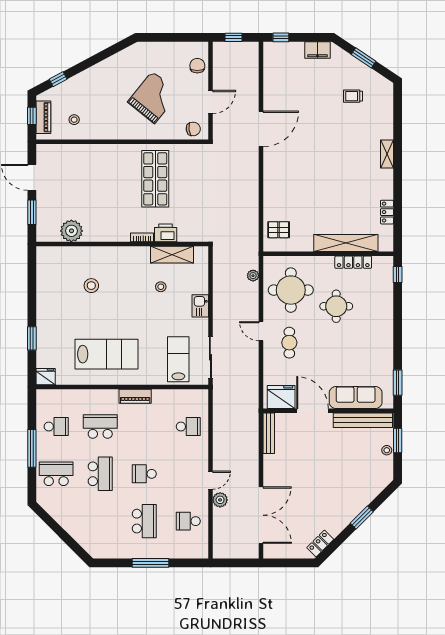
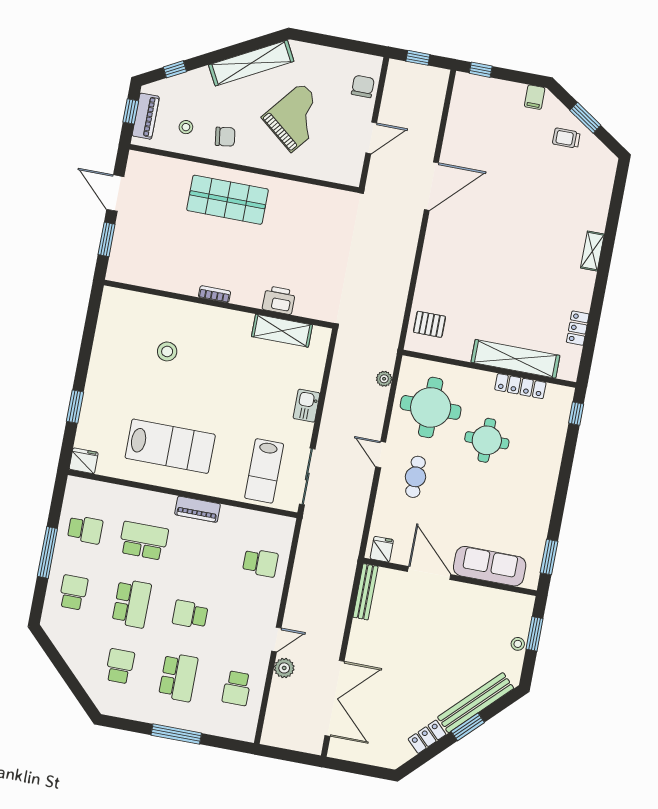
filing cabinet: (318, 50) -> (535, 97), width x0.50
shelving: (113, 64) -> (251, 63), added
trolley: (353, 96) -> (566, 138), moved
chair: (193, 129) -> (225, 137), moved
shop shelf: (155, 179) -> (227, 200), moved, turned 90
plant: (71, 231) -> (155, 274), removed
bookcase: (142, 237) -> (215, 294), moved
stool: (161, 287) -> (259, 370), removed
lab bench: (178, 359) -> (264, 471), turned 180
fridge: (281, 397) -> (382, 549), width x0.53, depth x0.75
bench: (363, 420) -> (476, 703), moved, turned -45
school desk: (56, 474) -> (73, 592), width x0.54
school desk: (100, 521) -> (120, 666), added
school desk: (188, 521) -> (237, 688), turned -90
locker: (320, 543) -> (427, 737), moved

